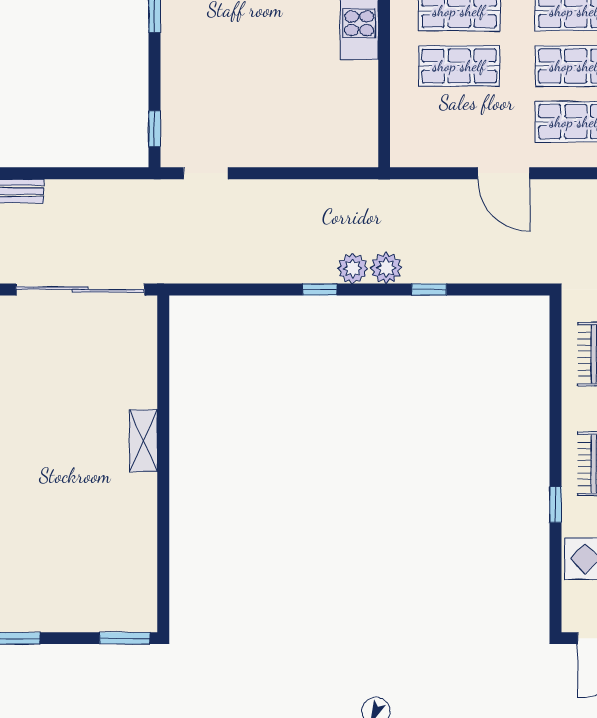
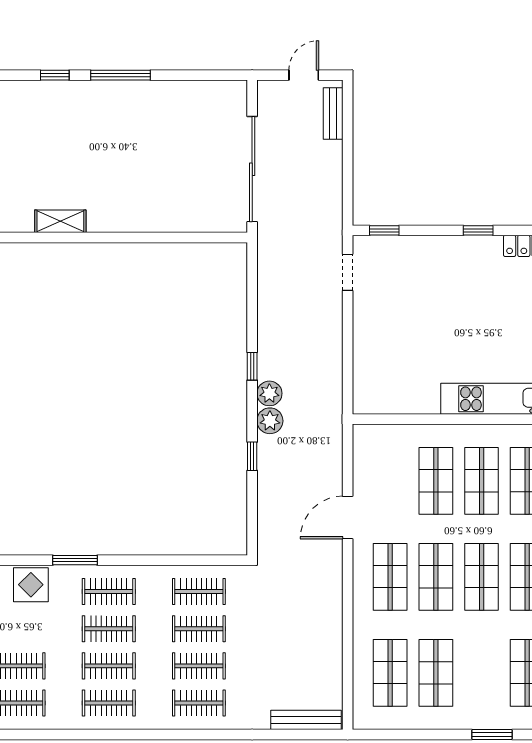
shelving: (143, 441) -> (60, 221), moved
window: (556, 505) -> (75, 560), width x1.50

